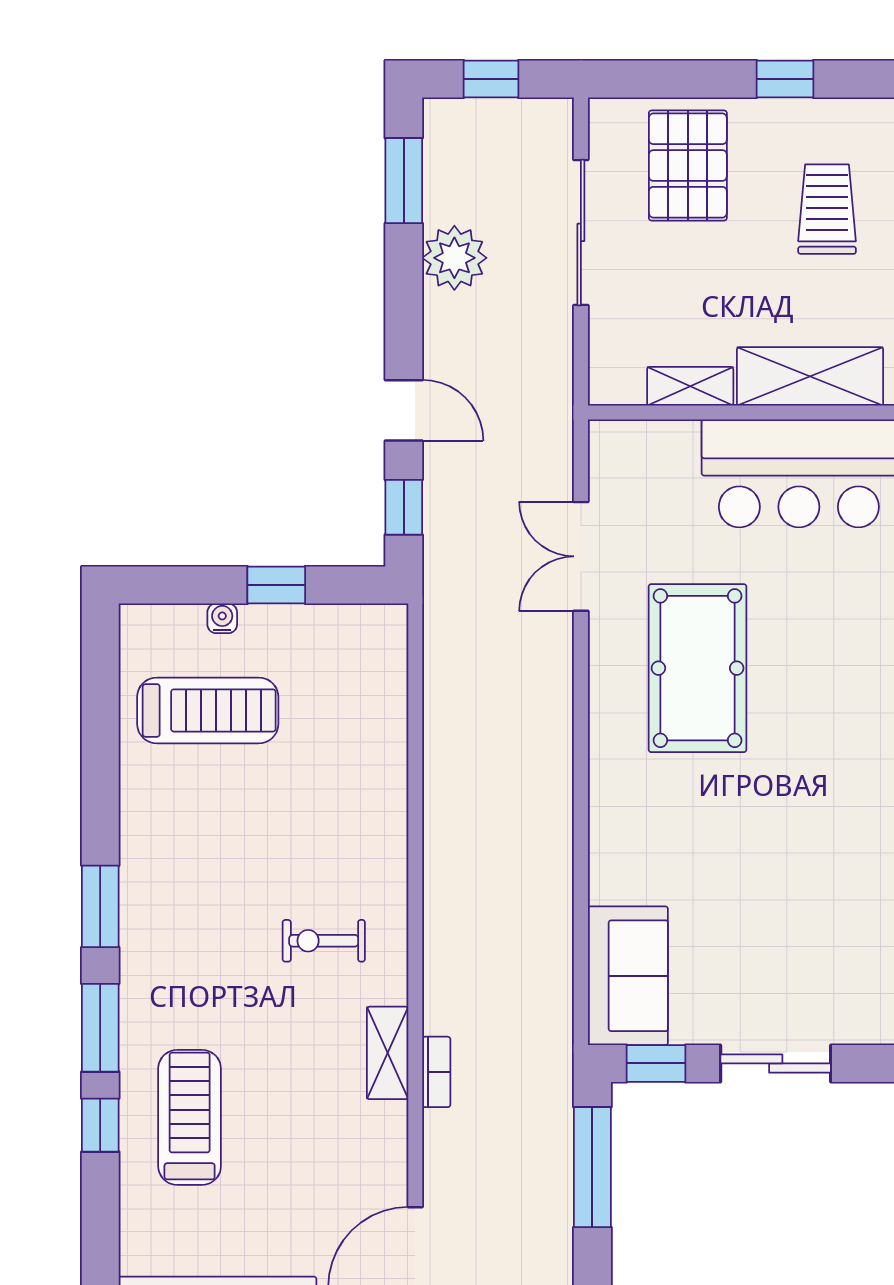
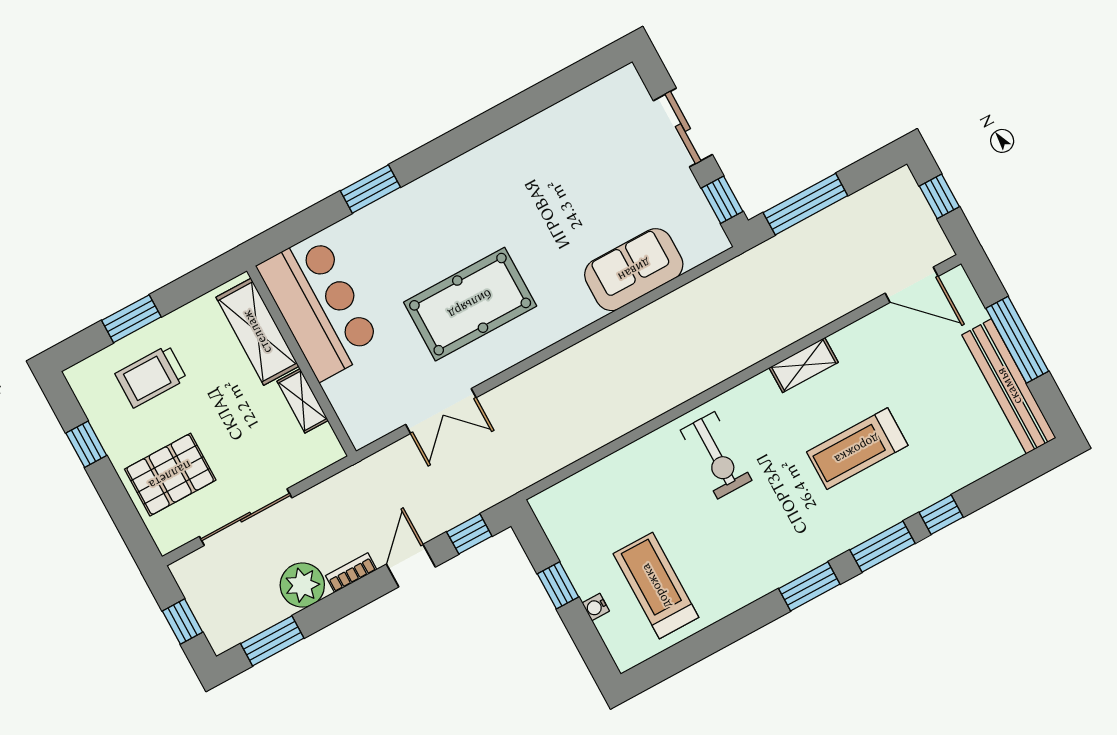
exercise bike: (324, 941) -> (716, 455), moved, width x1.38, depth x1.39
sofa: (628, 976) -> (634, 270), moved
bookcase: (436, 1072) -> (351, 573), moved
treadmill: (190, 1117) -> (857, 449), moved

